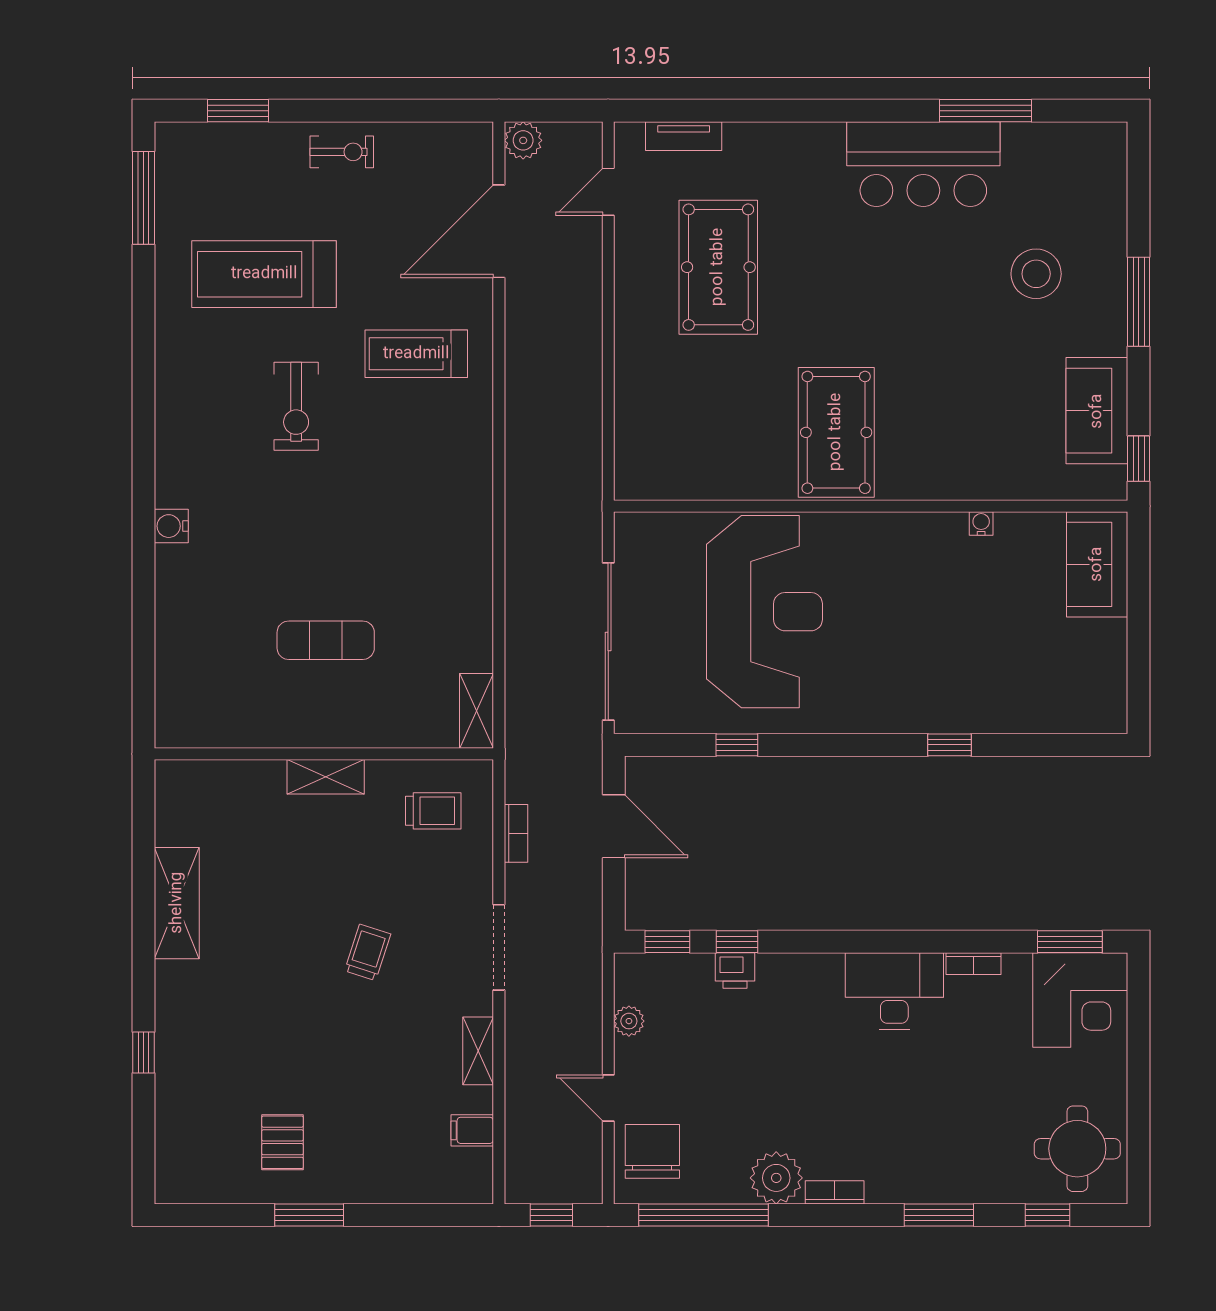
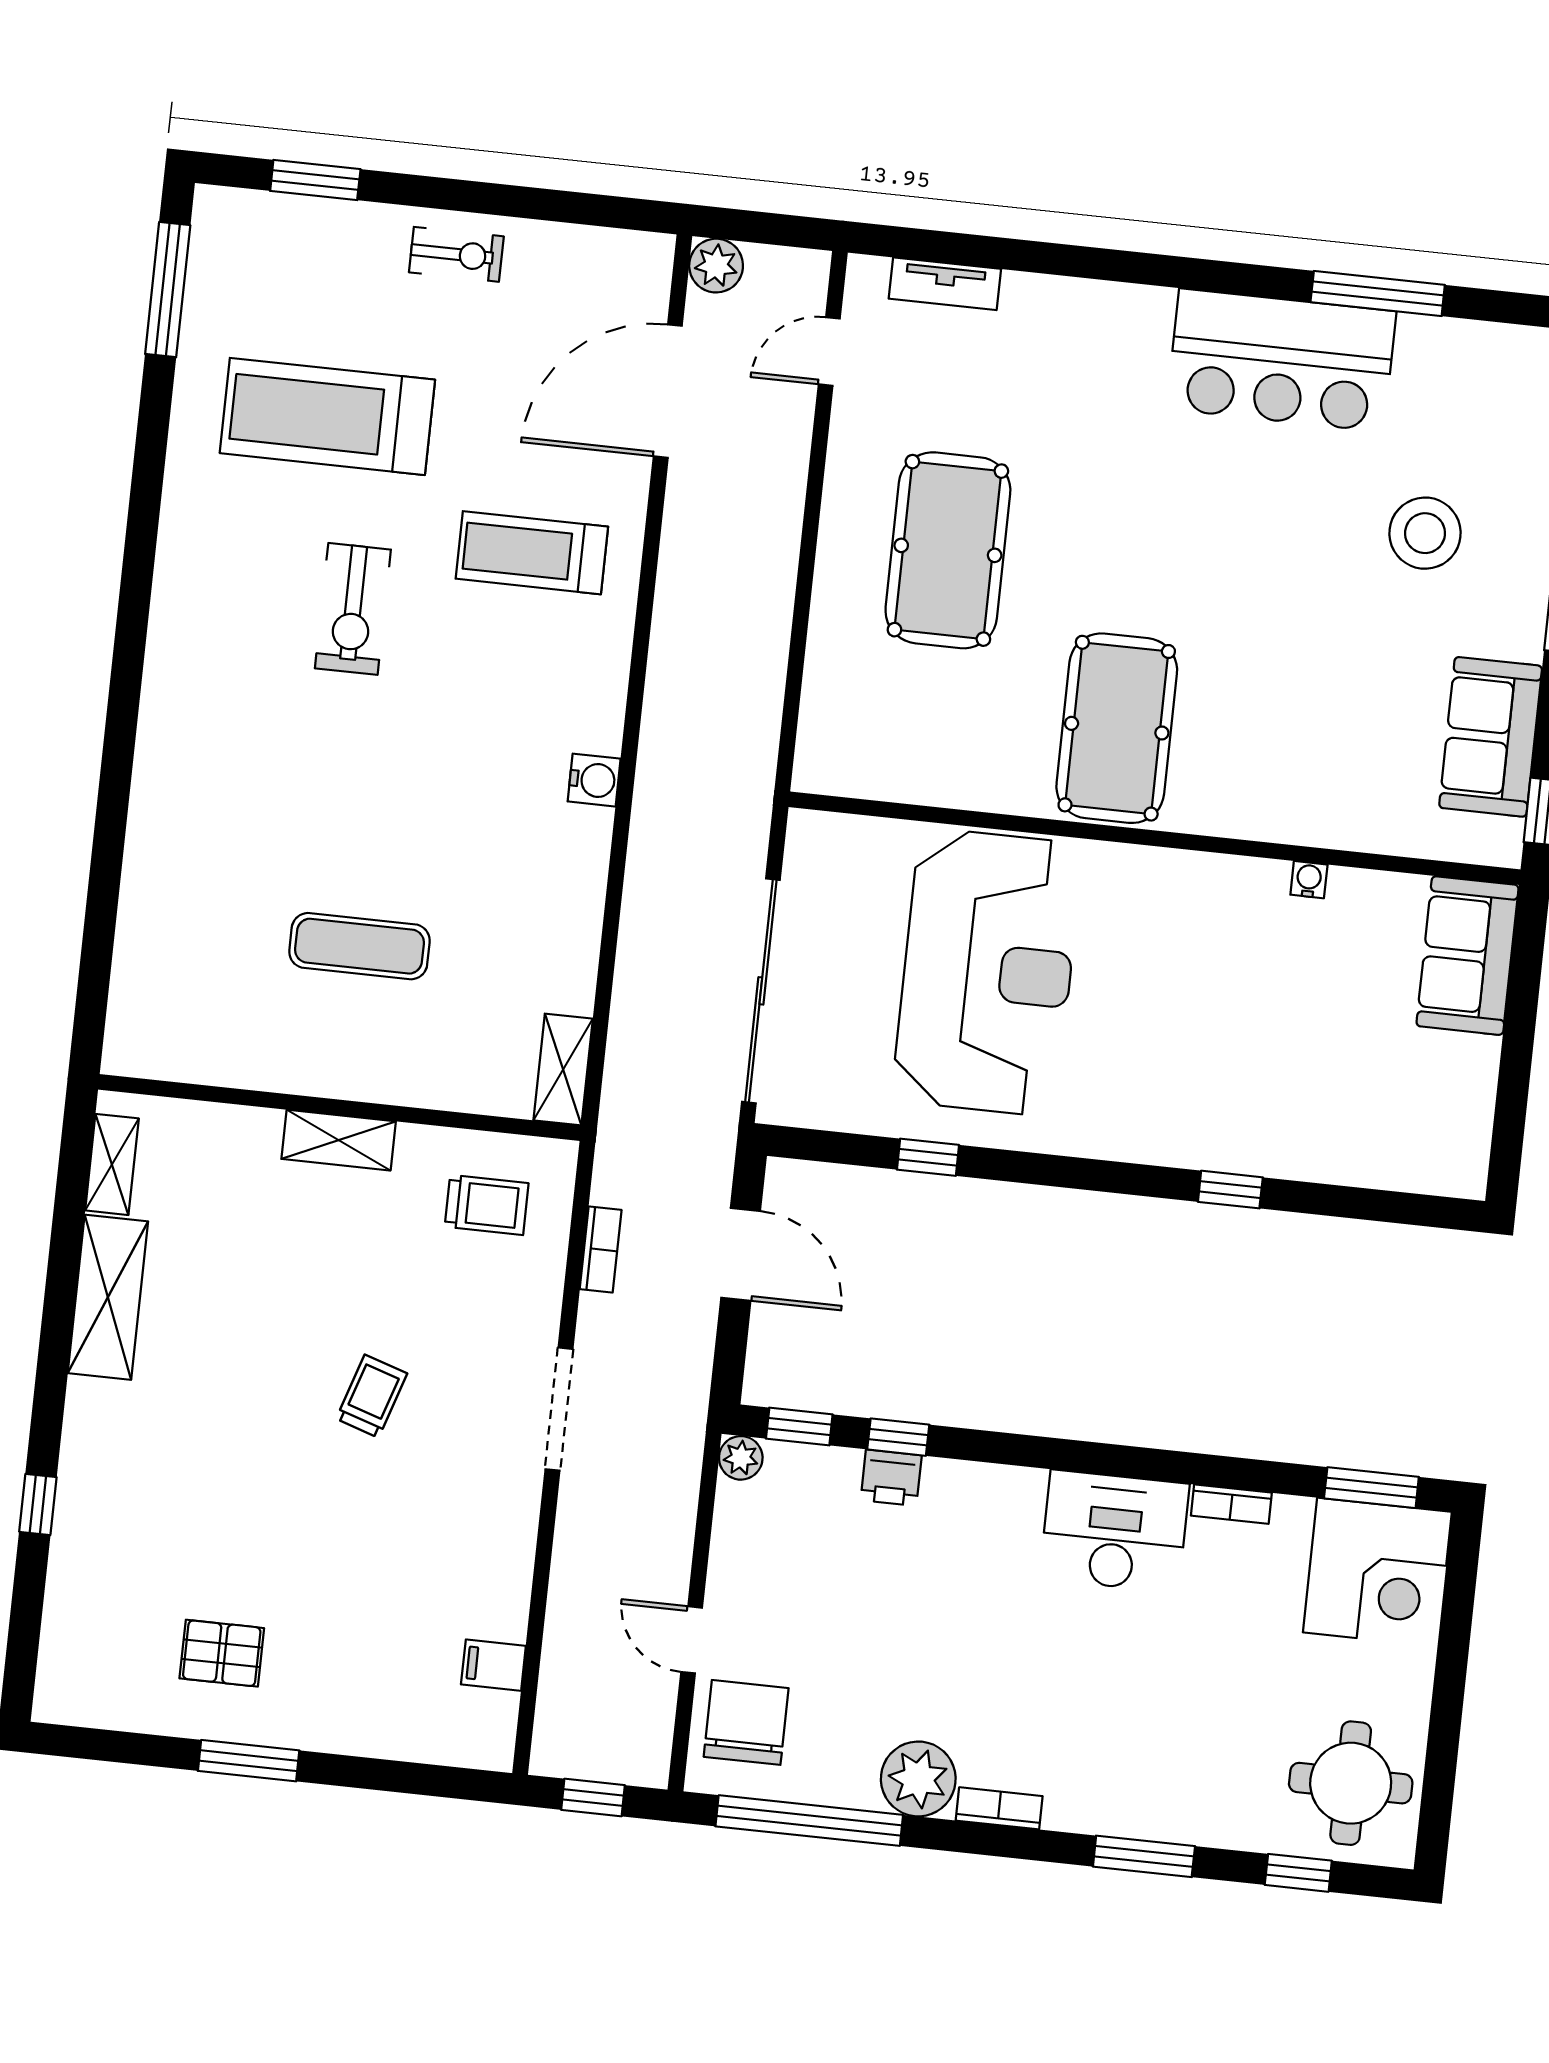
pool table: (718, 267) -> (948, 550), moved
water cooler: (171, 526) -> (594, 780), moved, turned 180
plant: (629, 1021) -> (741, 1458), moved
shelving: (478, 1051) -> (112, 1164), moved
pallet: (282, 1142) -> (222, 1653), turned 90

